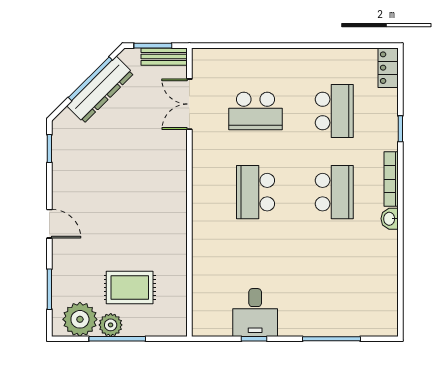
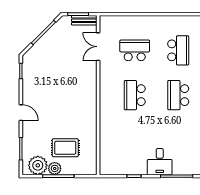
dresser: (100, 90) -> (49, 39), removed
school desk: (255, 111) -> (135, 50), turned 180
school desk: (334, 192) -> (178, 95), turned 180
desk: (255, 312) -> (160, 162), moved

